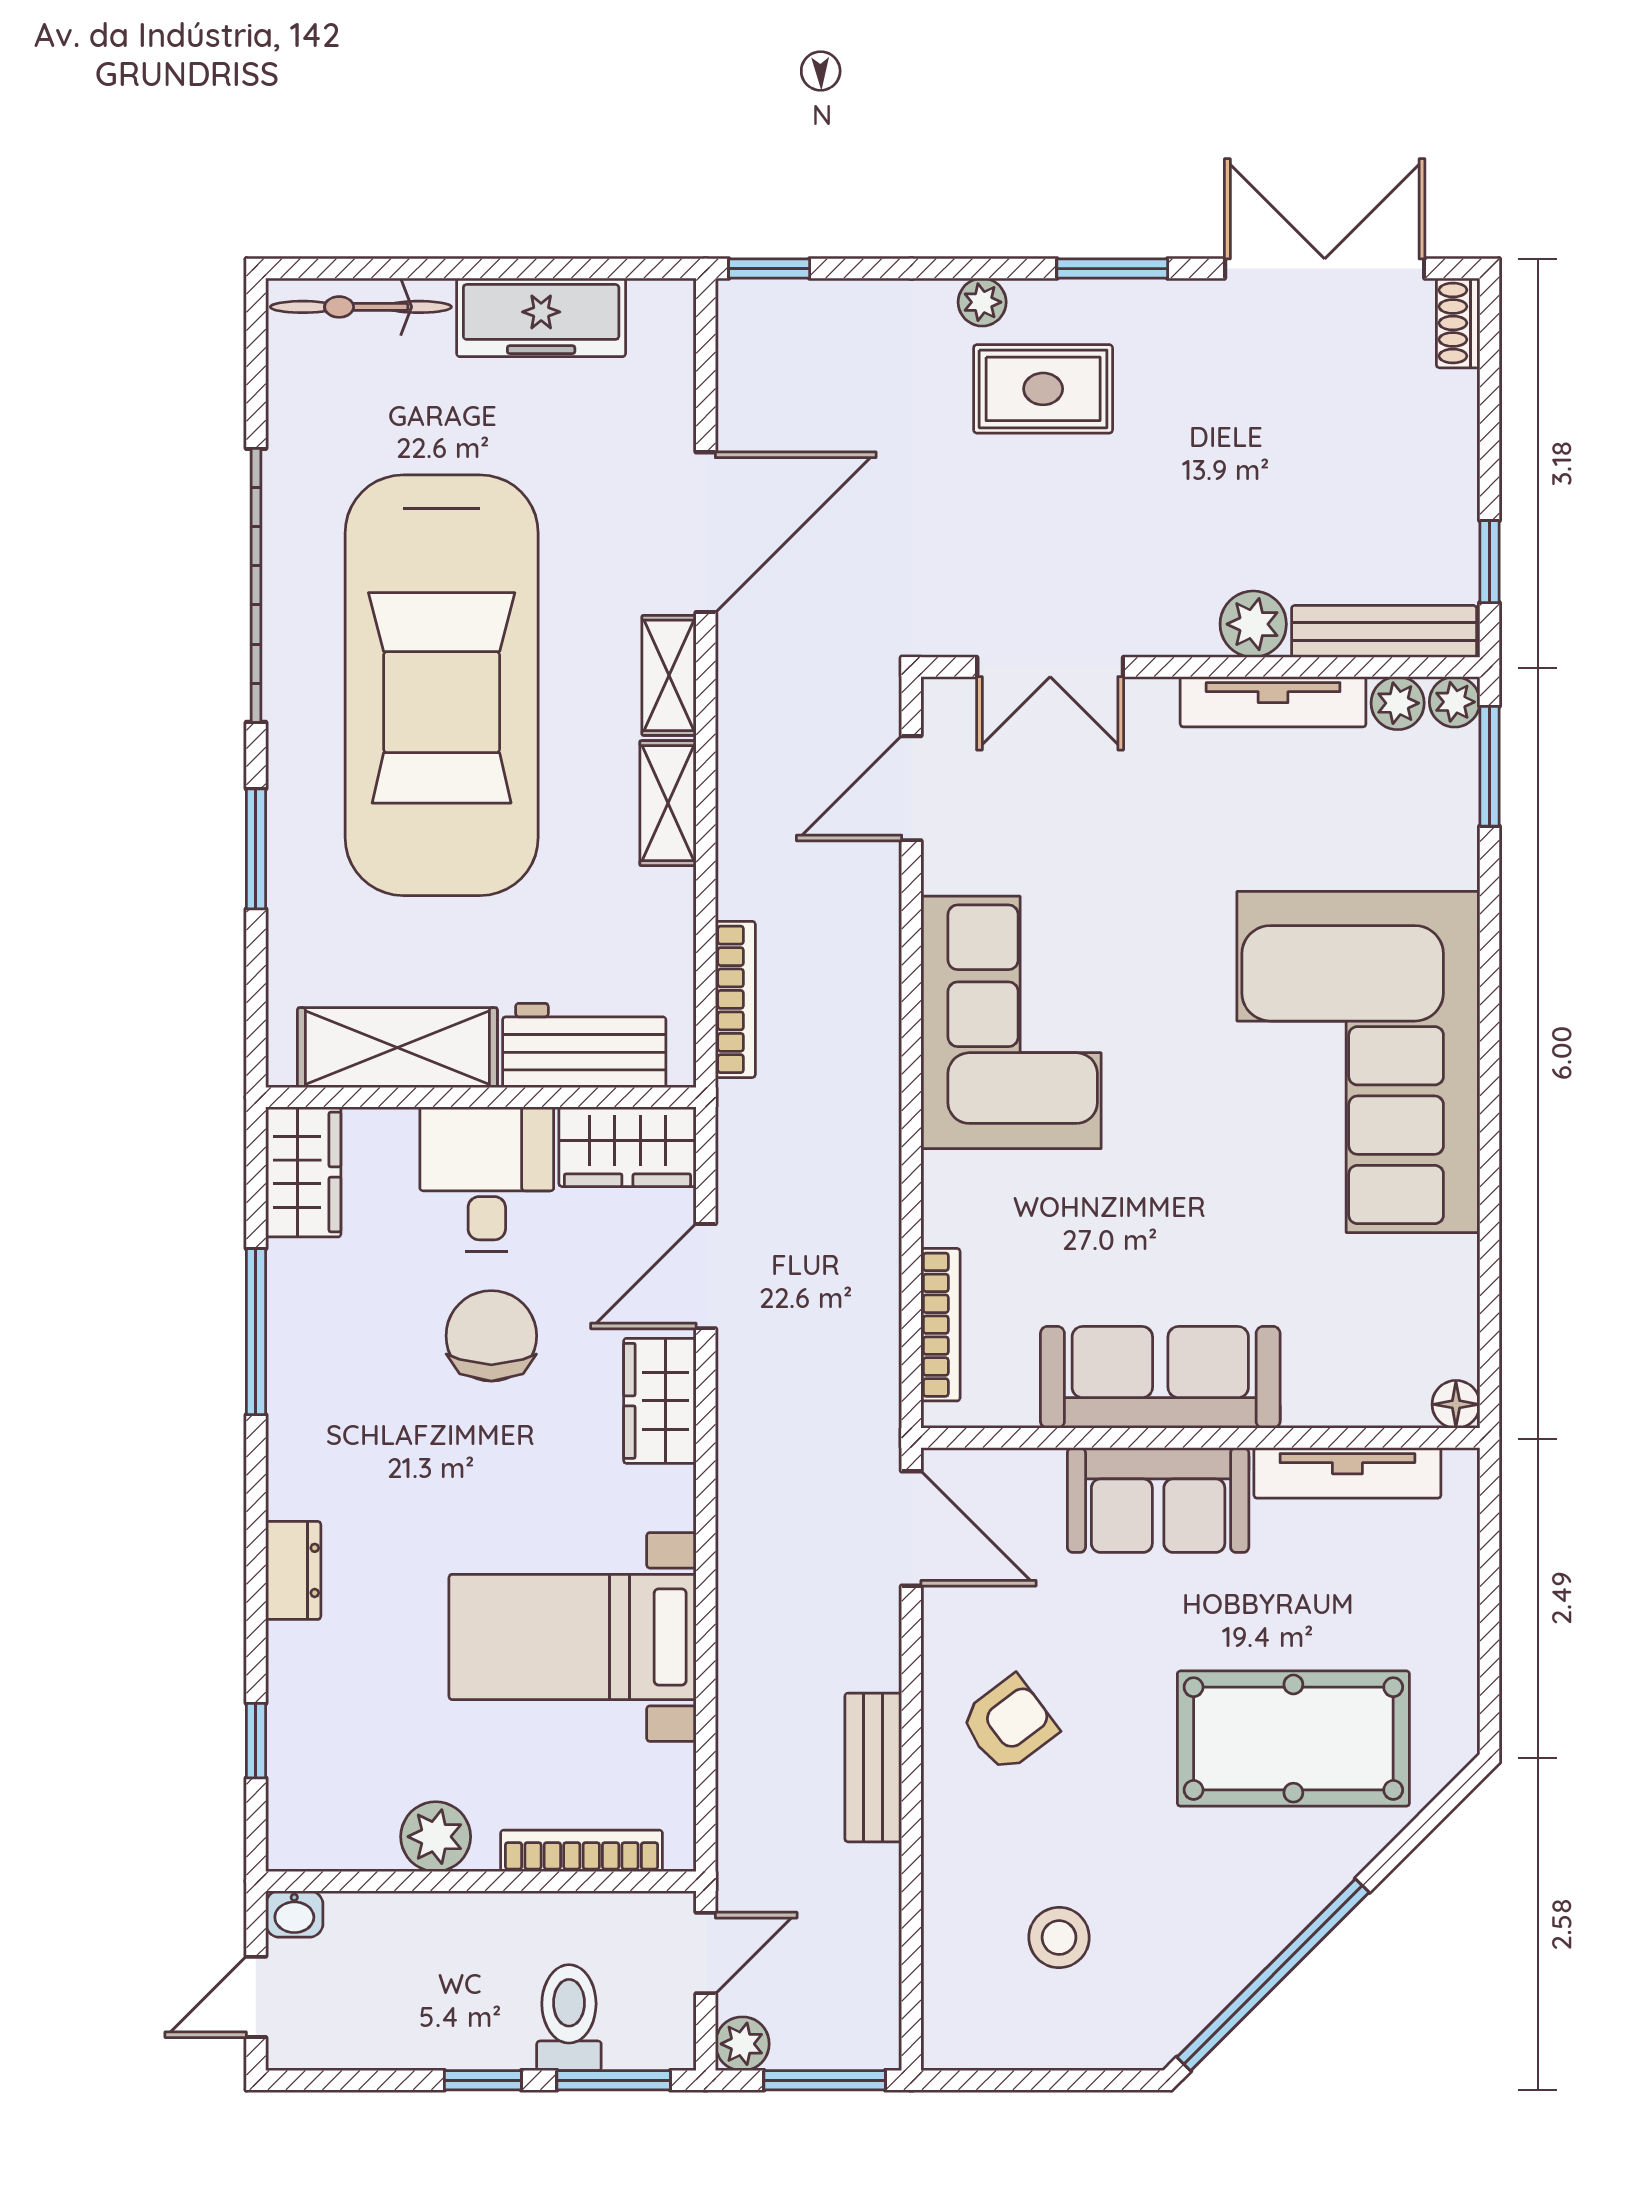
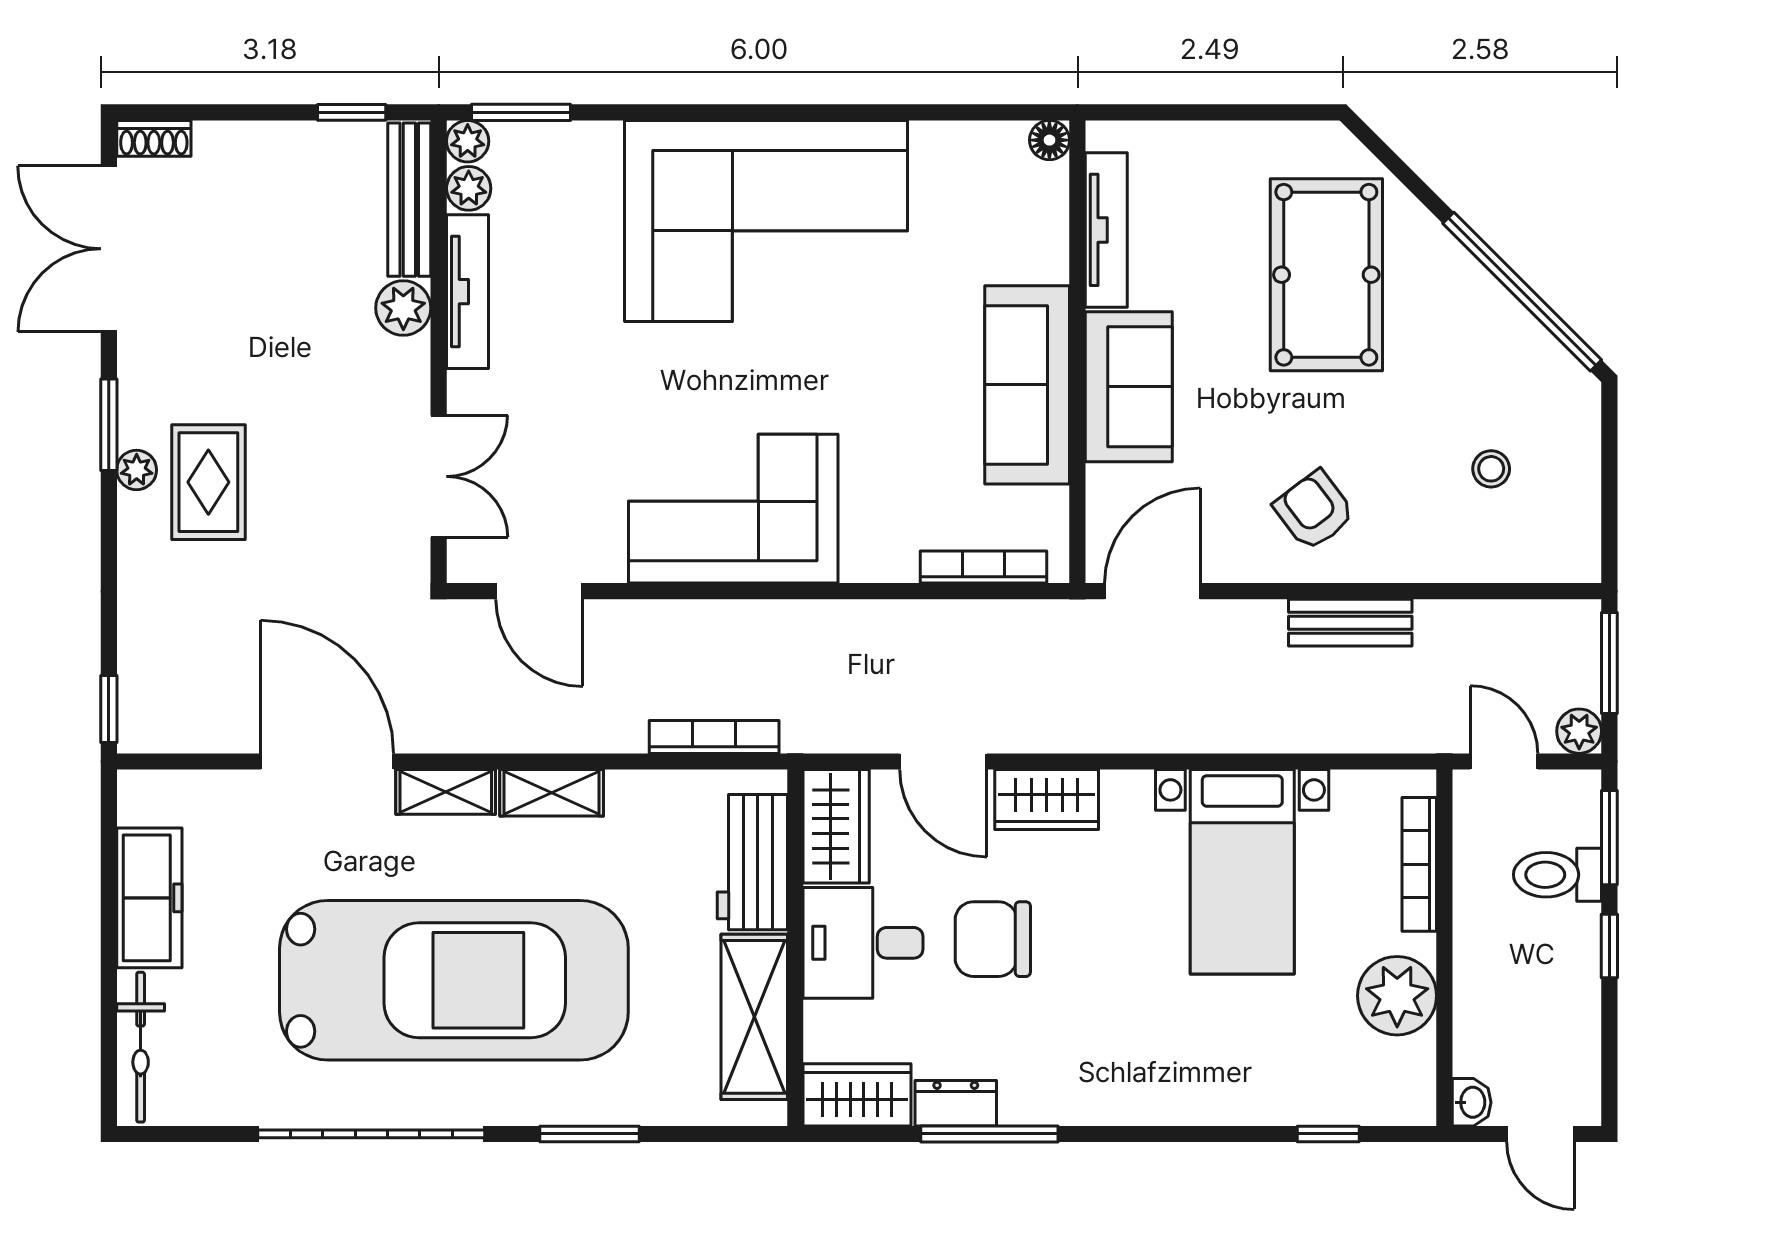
plant: (982, 302) -> (137, 470), moved
dresser: (293, 1570) -> (956, 1103), moved
plant: (436, 1837) -> (1397, 996), width x1.36, depth x1.36
stool: (1059, 1938) -> (1491, 469), width x0.73, depth x0.73

